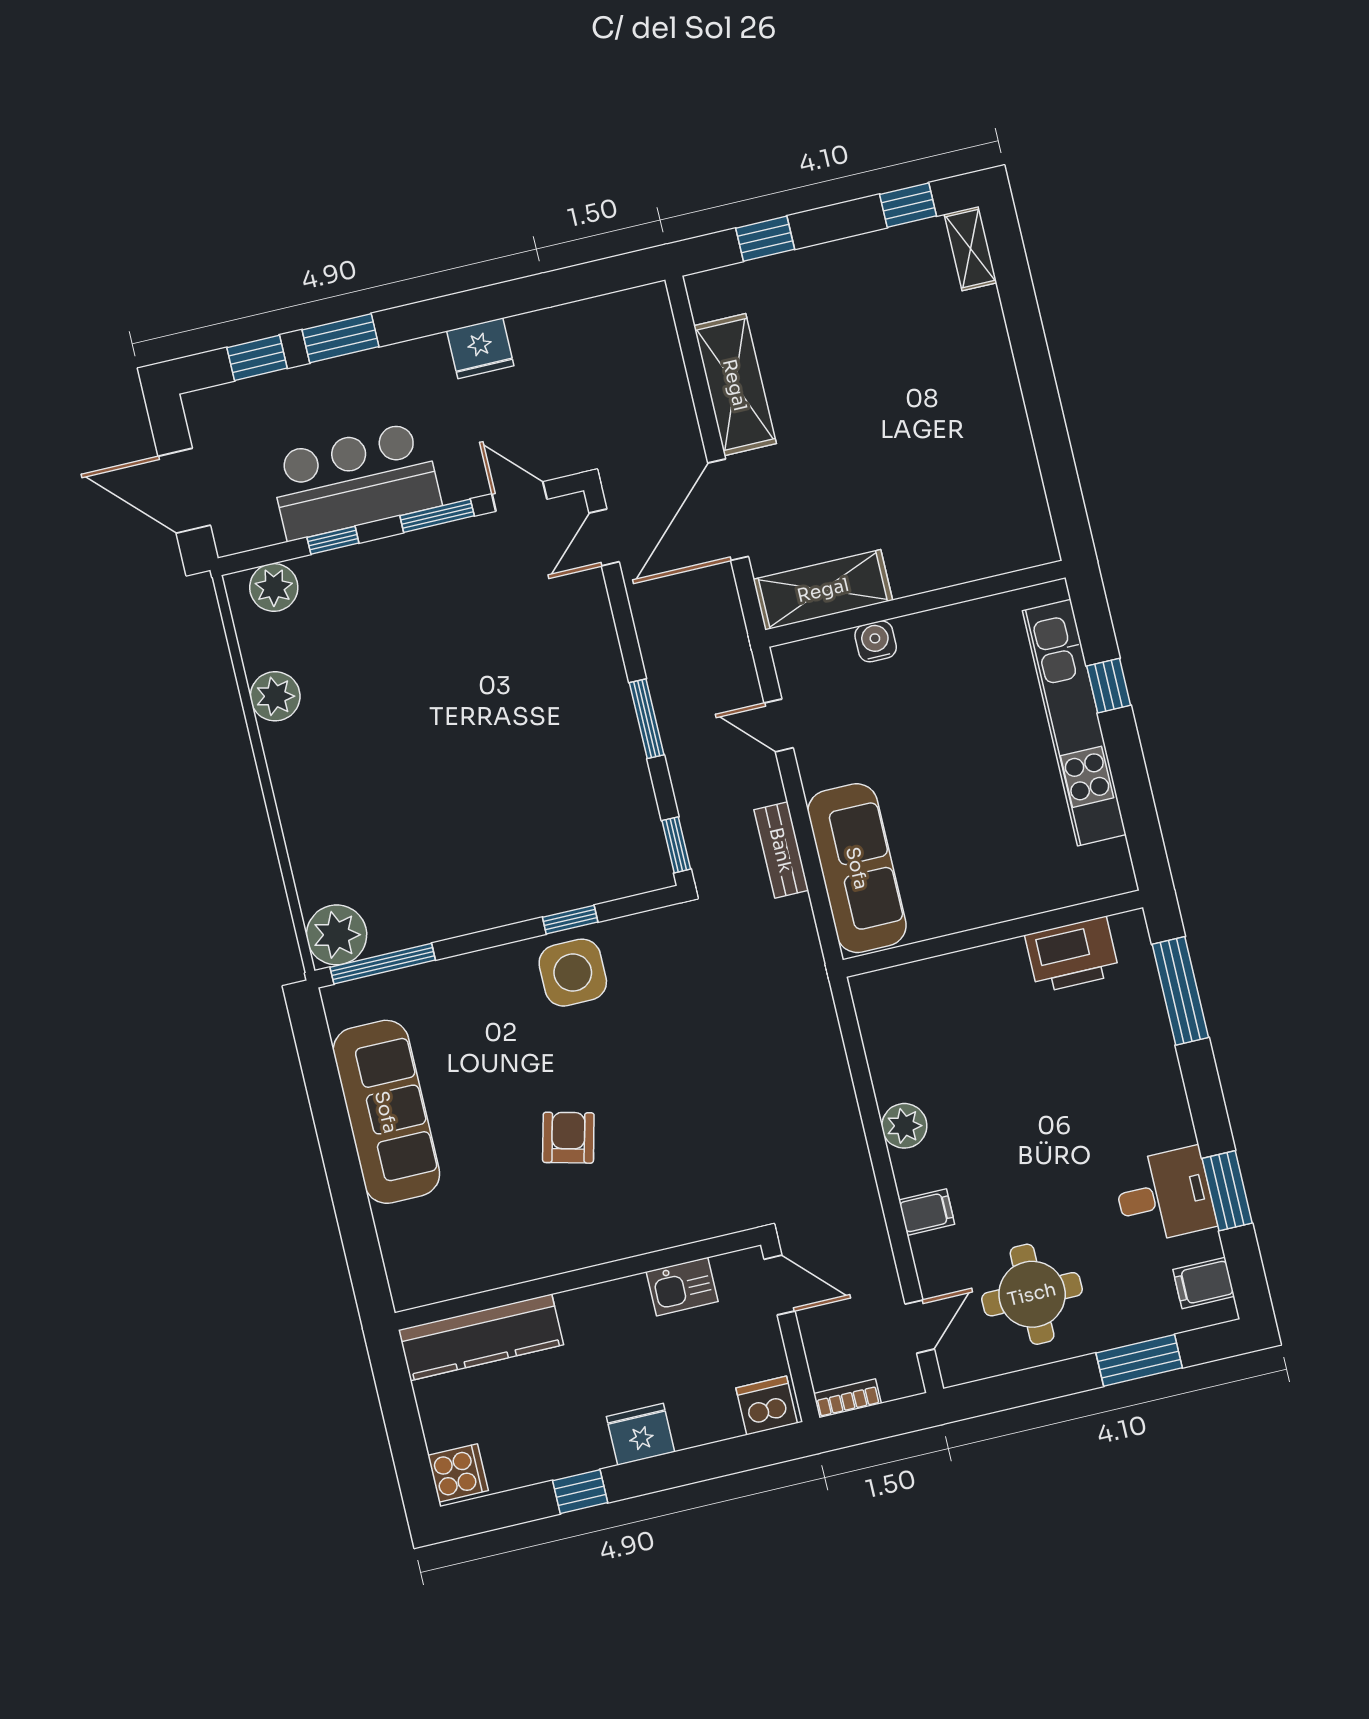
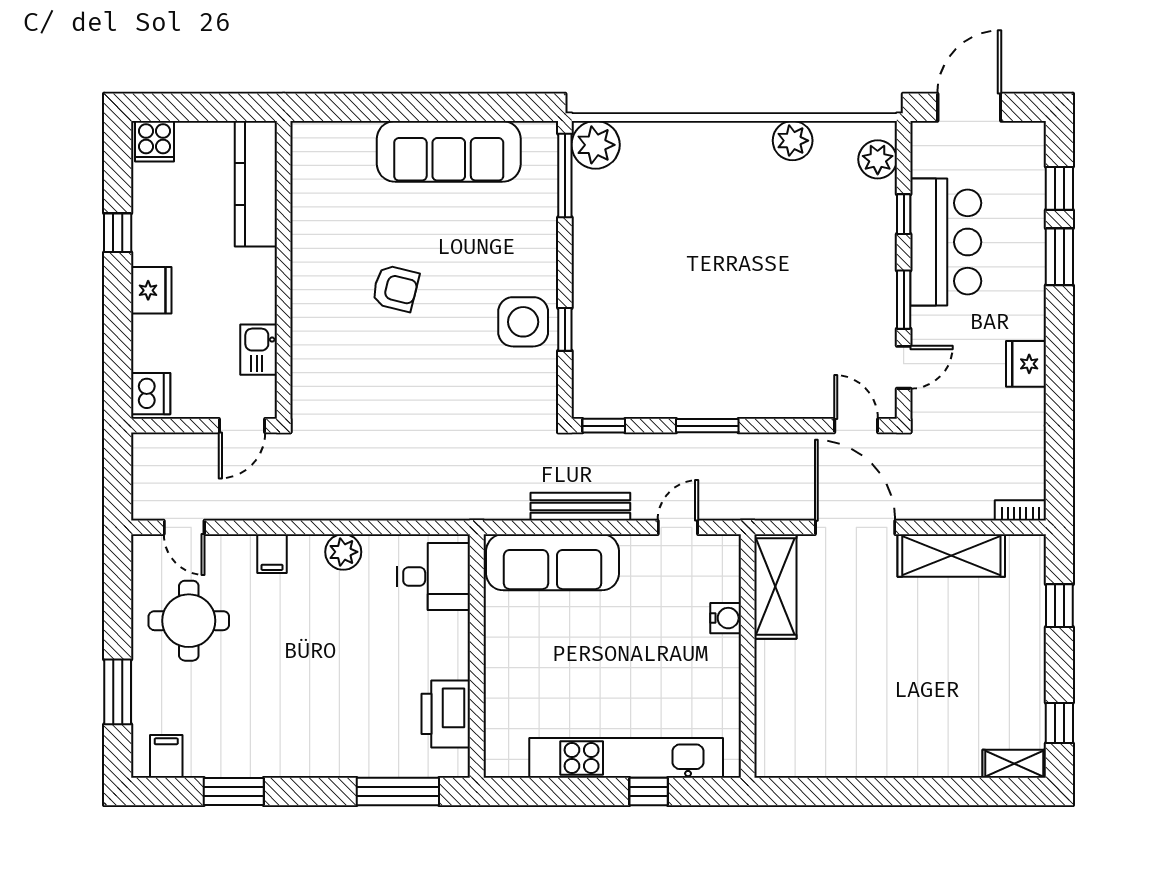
bench: (781, 850) -> (580, 507), width x1.36
desk: (1164, 1195) -> (434, 576), moved, turned -90
bookcase: (847, 1398) -> (1020, 510), moved, turned -90

